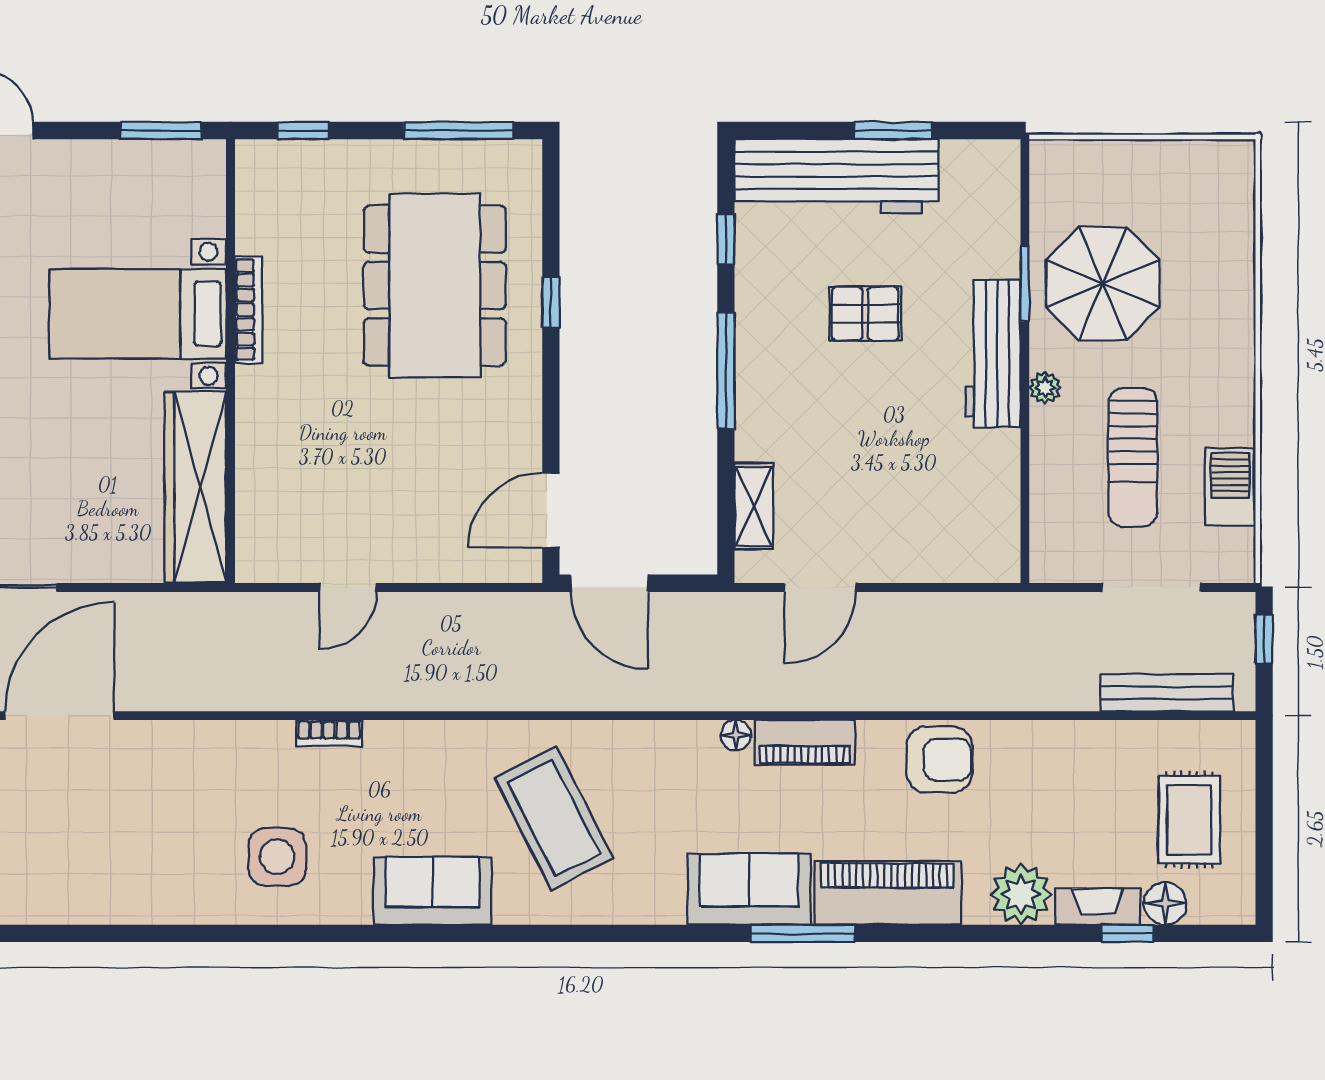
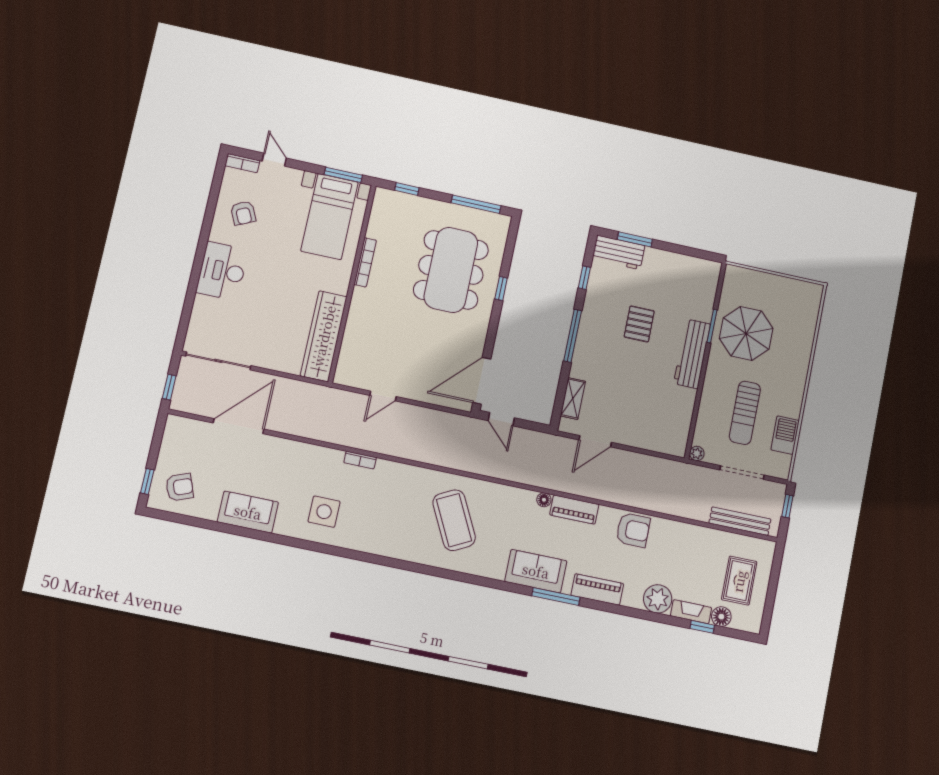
window: (893, 131) -> (635, 239), moved
workbench: (836, 176) -> (619, 252), width x0.53, depth x0.76
bed with nightstands: (138, 314) -> (330, 217), moved, turned -90
pallet: (865, 314) -> (639, 324), turned 90
plant: (1045, 388) -> (697, 453), moved
door: (551, 510) -> (482, 381), width x1.36
door: (609, 583) -> (501, 419), width x0.73
sofa: (433, 891) -> (248, 512), moved
piano: (888, 893) -> (597, 589), width x0.73, depth x0.75

